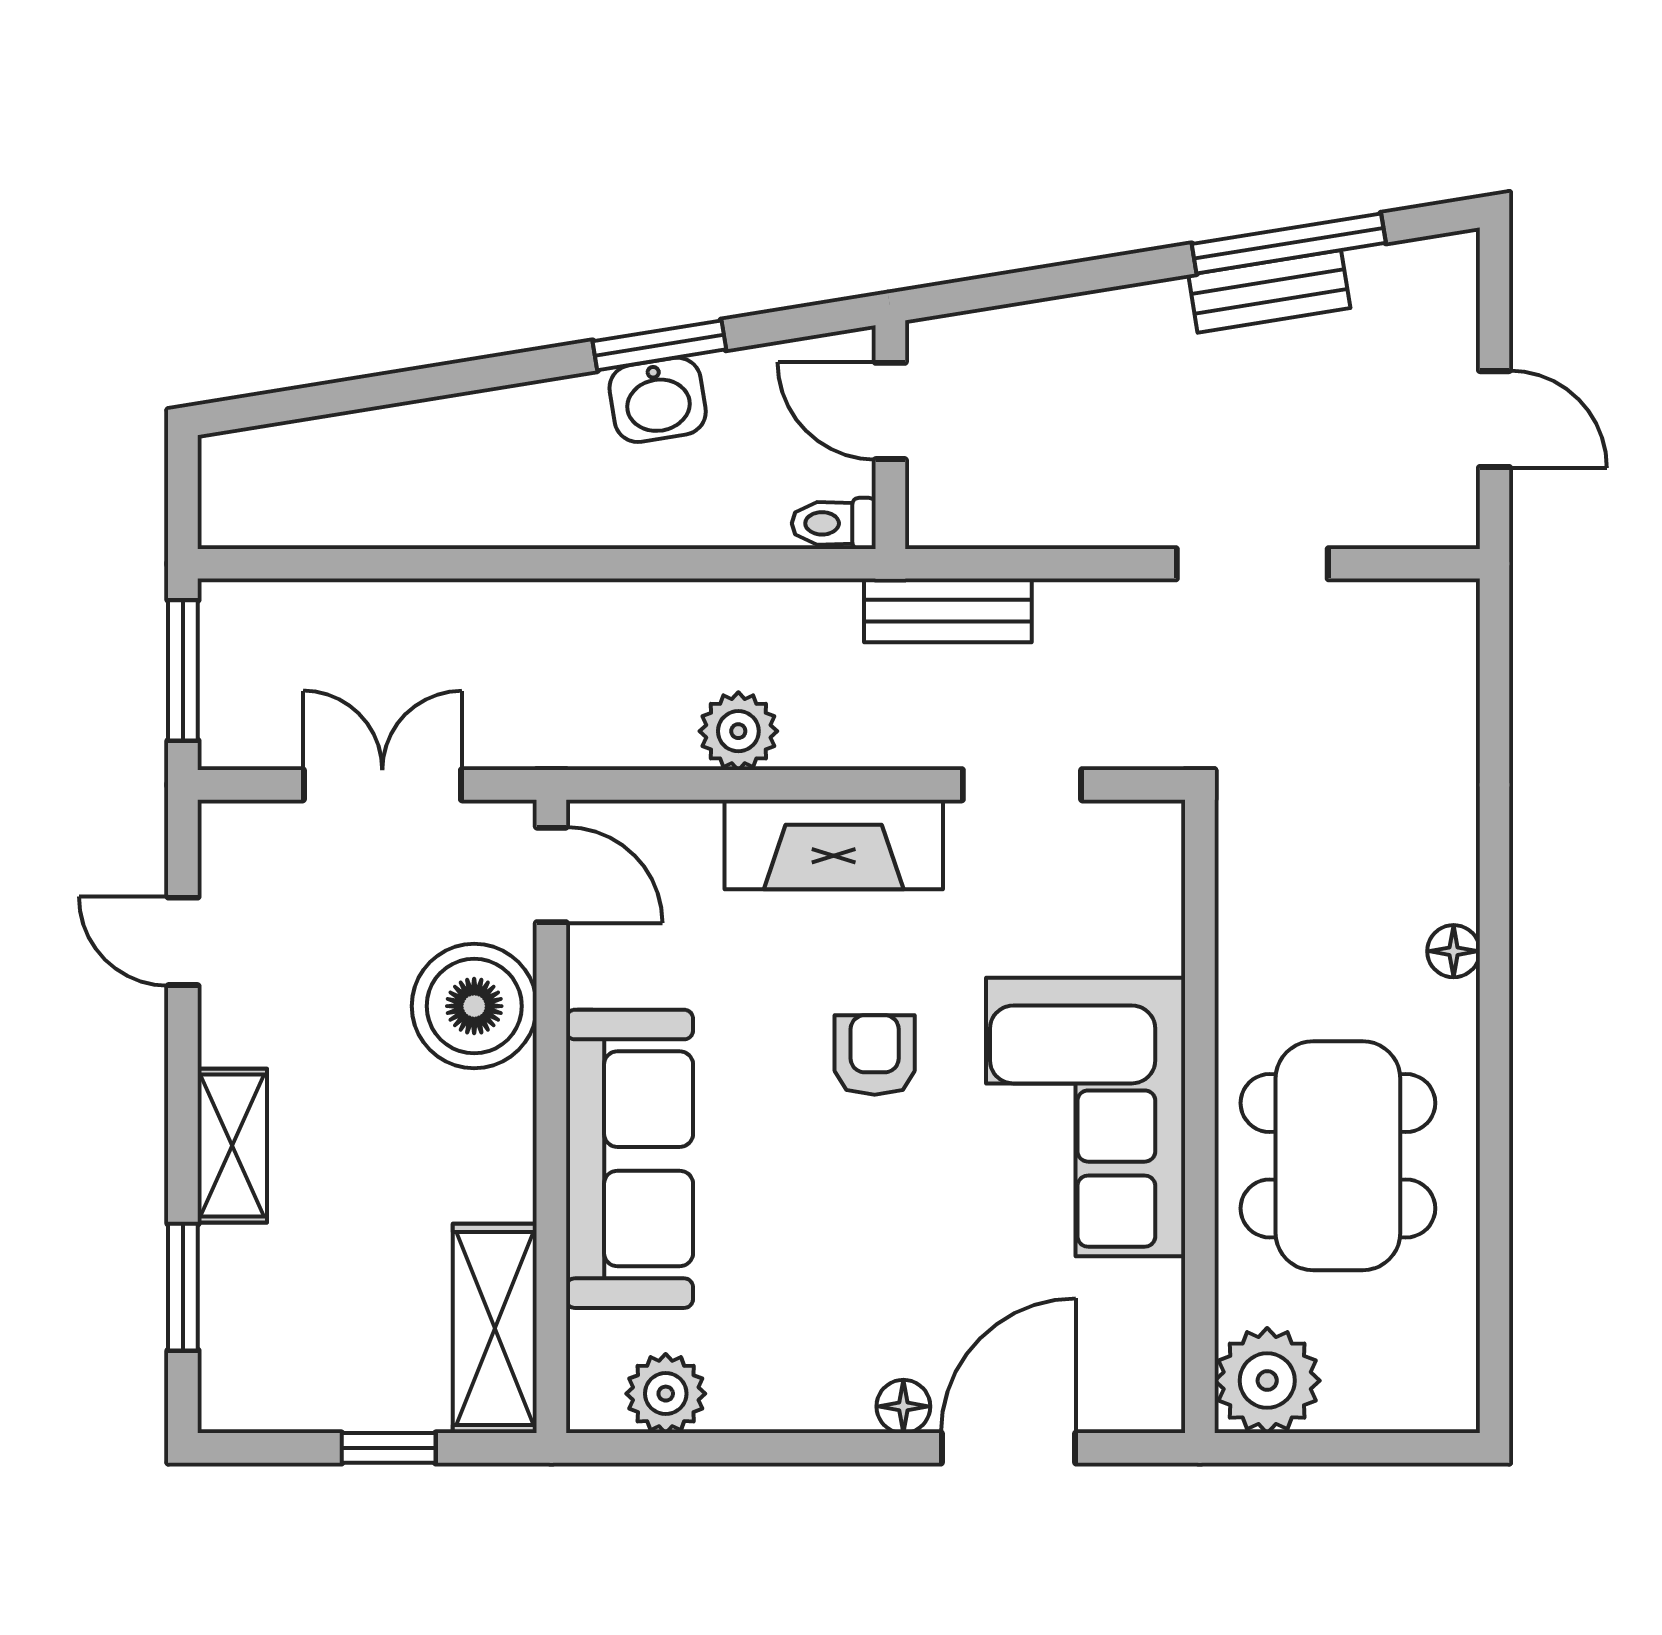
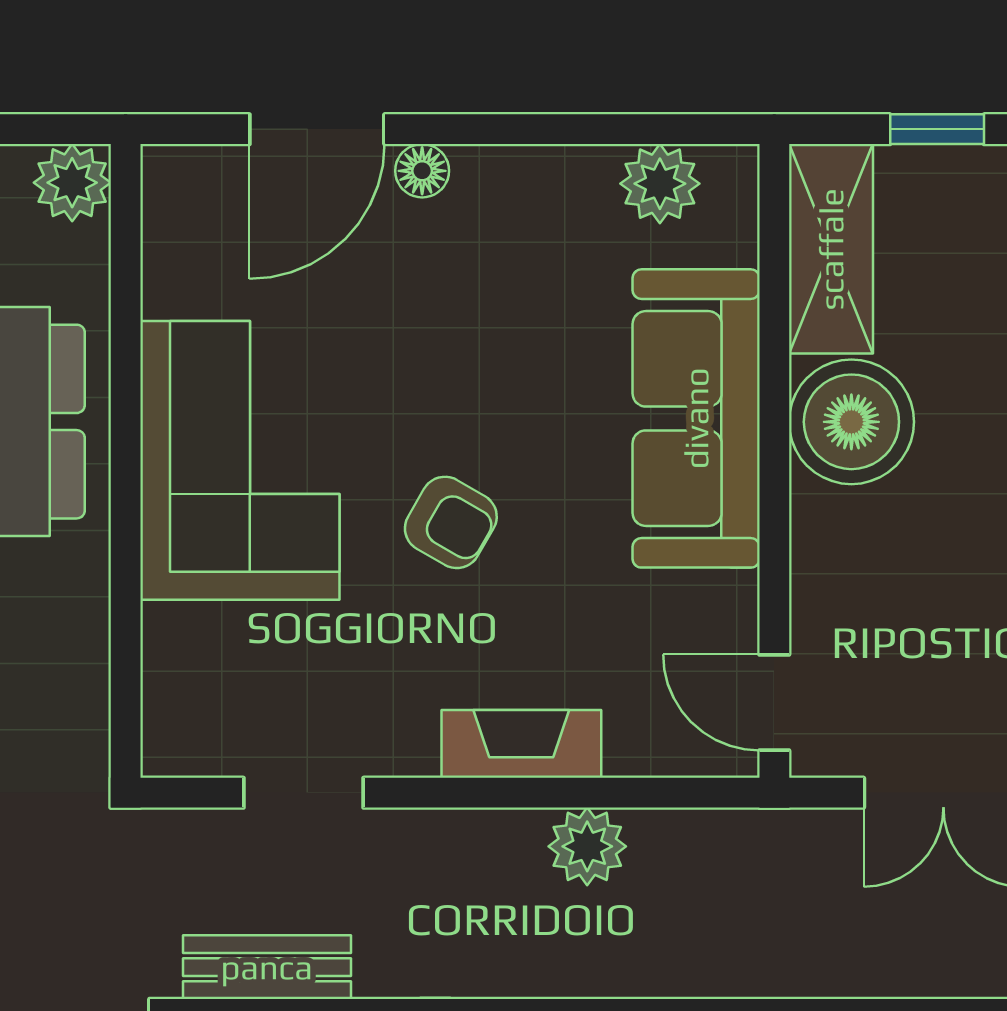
bench: (948, 610) -> (267, 967), moved
fireplace: (834, 844) -> (521, 744), width x0.73, depth x0.76
boiler: (474, 1006) -> (851, 422), moved
armchair: (875, 1055) -> (451, 522), turned -60
plant: (1267, 1381) -> (72, 183), width x0.73, depth x0.73

